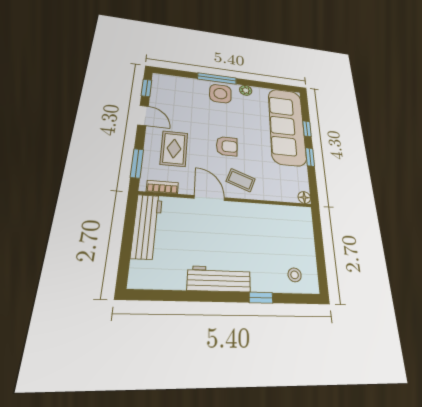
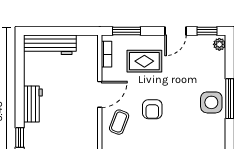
plant: (246, 90) -> (219, 44), moved
workbench: (147, 226) -> (50, 45), moved
workbench: (219, 279) -> (33, 104), width x0.73

